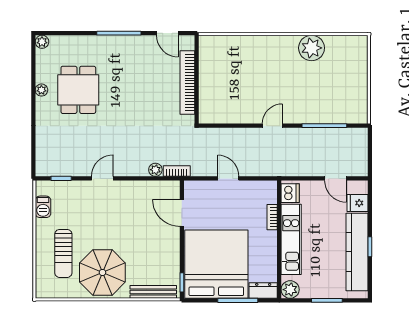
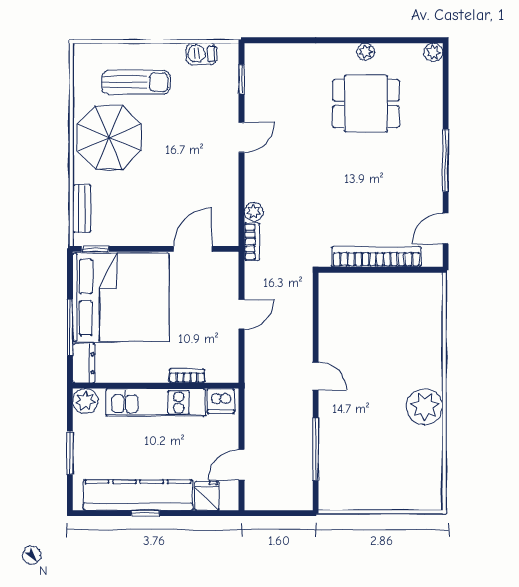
plant: (312, 48) -> (425, 407), moved
door: (102, 178) -> (242, 137), hinge flipped
sun lounger: (63, 253) -> (136, 82), turned 180
bench: (153, 292) -> (82, 209), width x0.73

